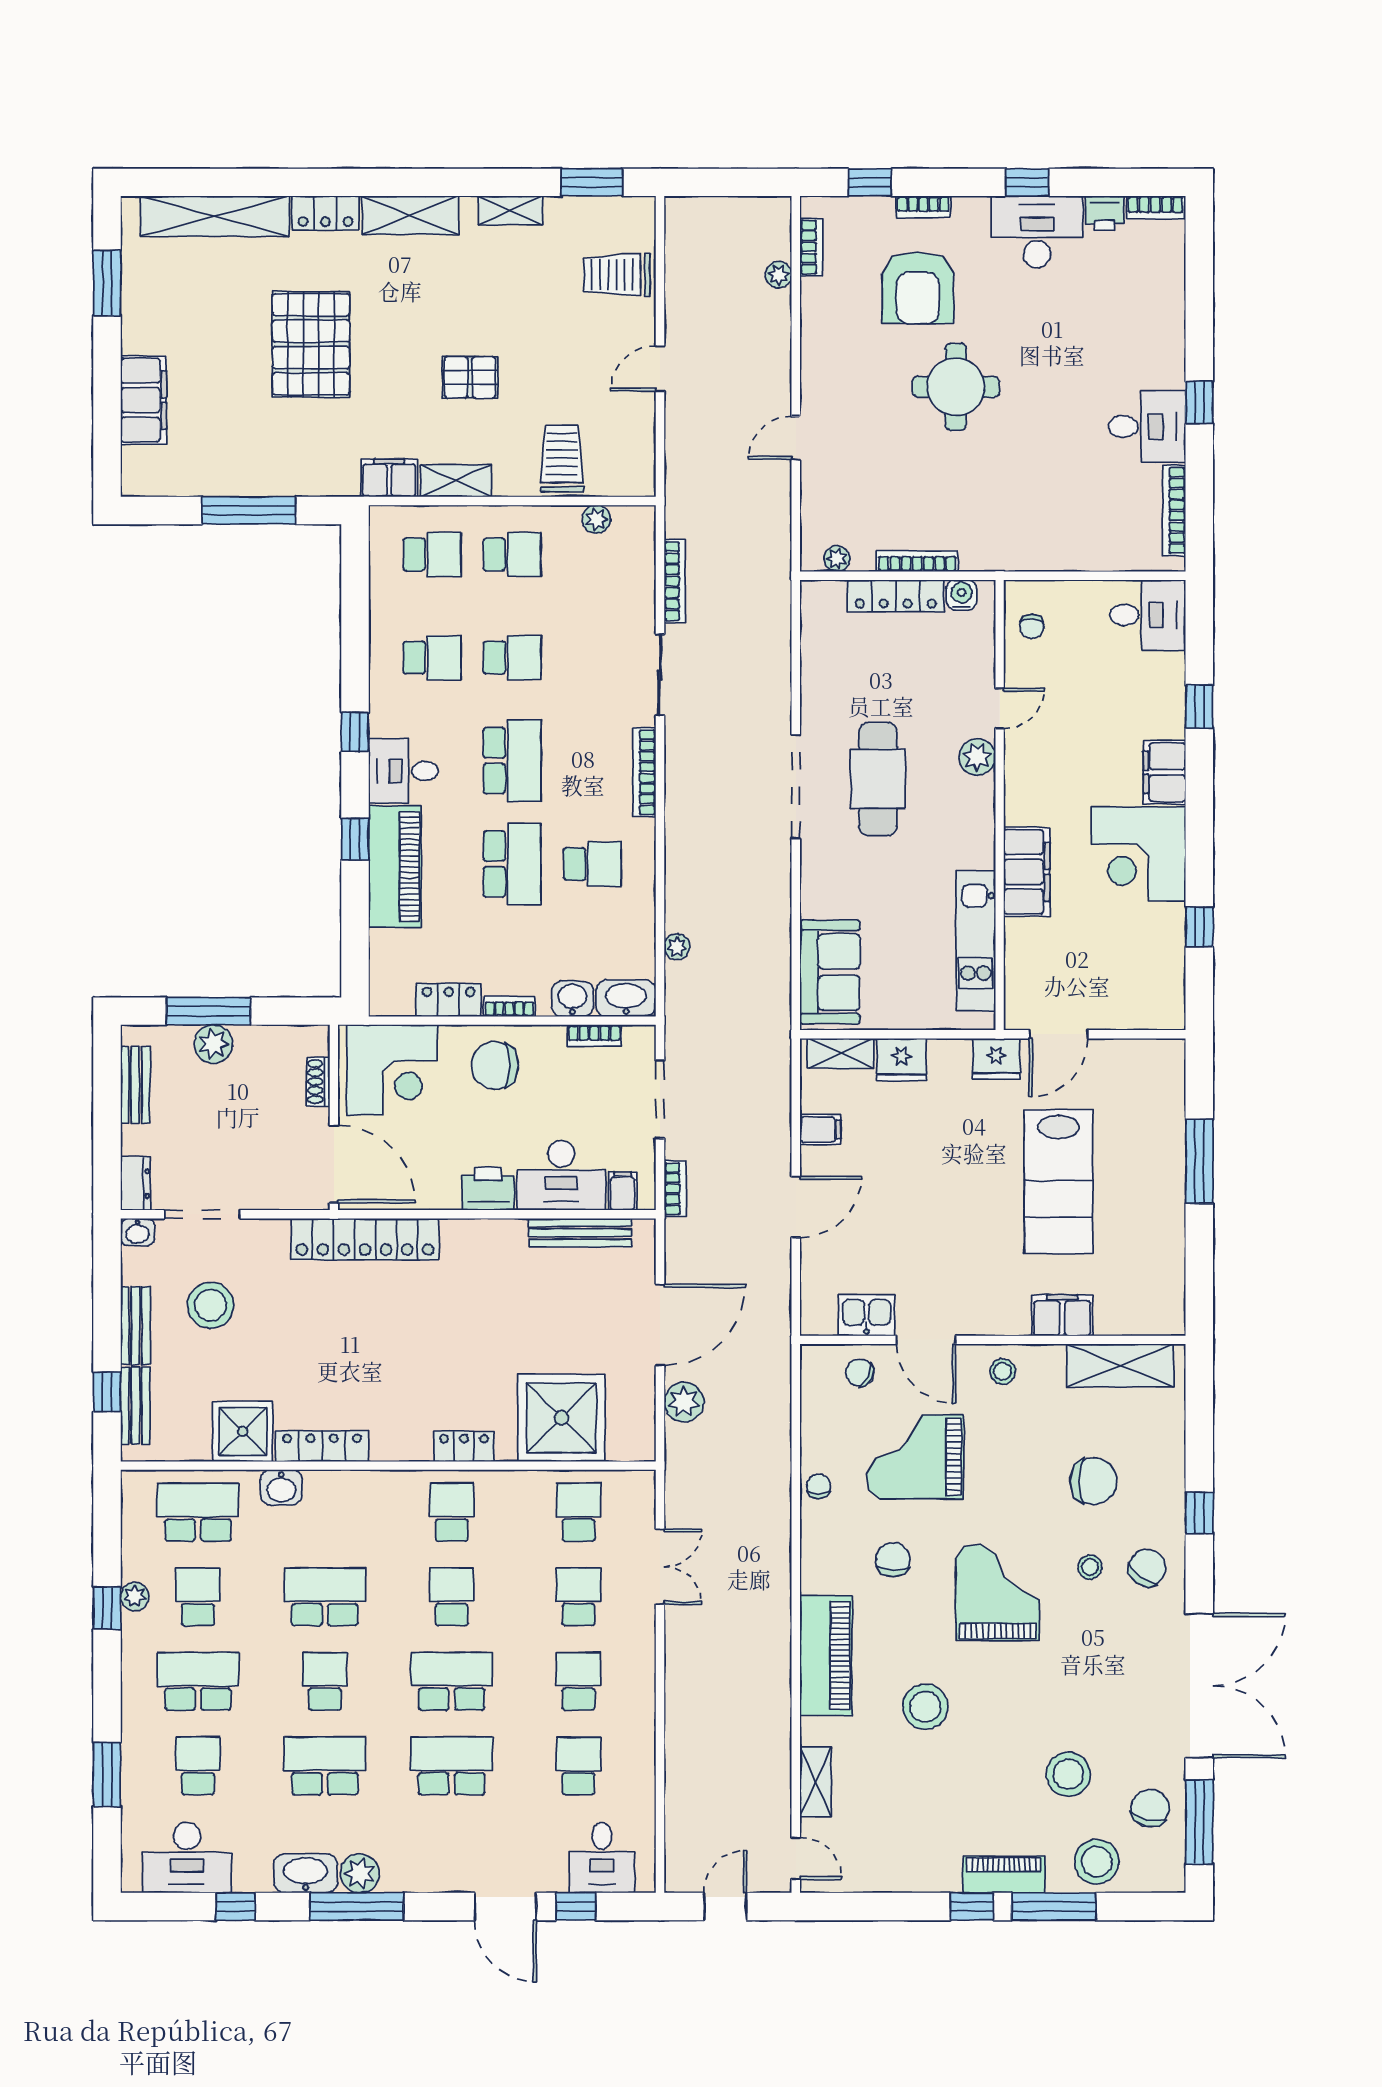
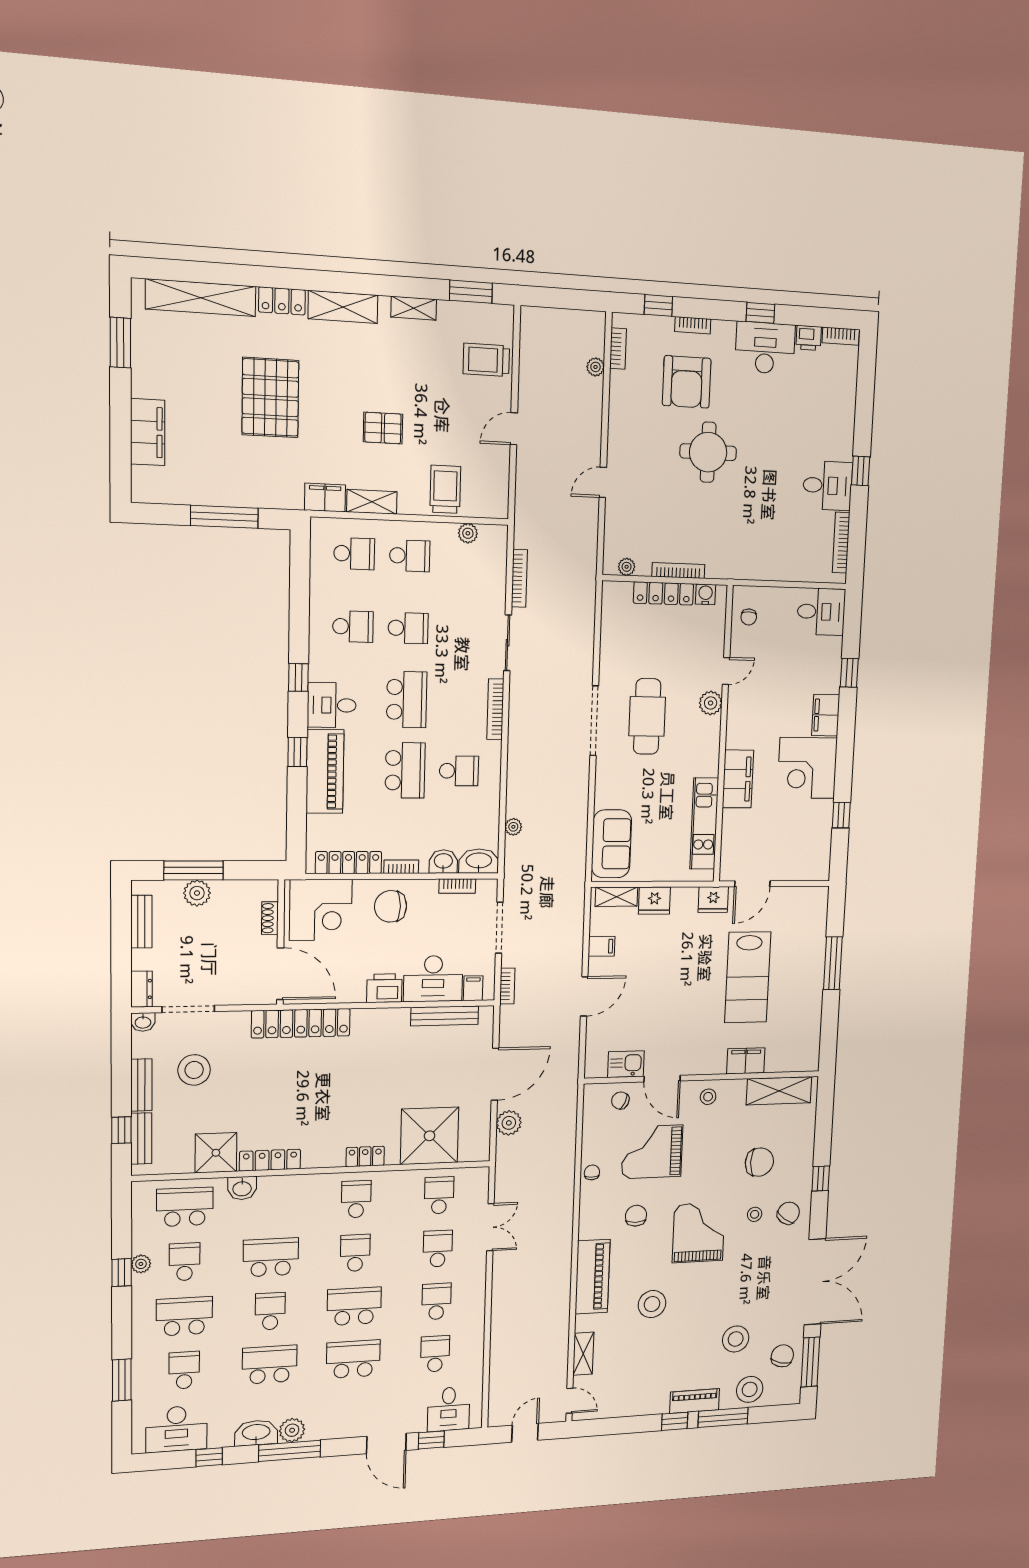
locker: (449, 1000) -> (349, 863), width x1.53

